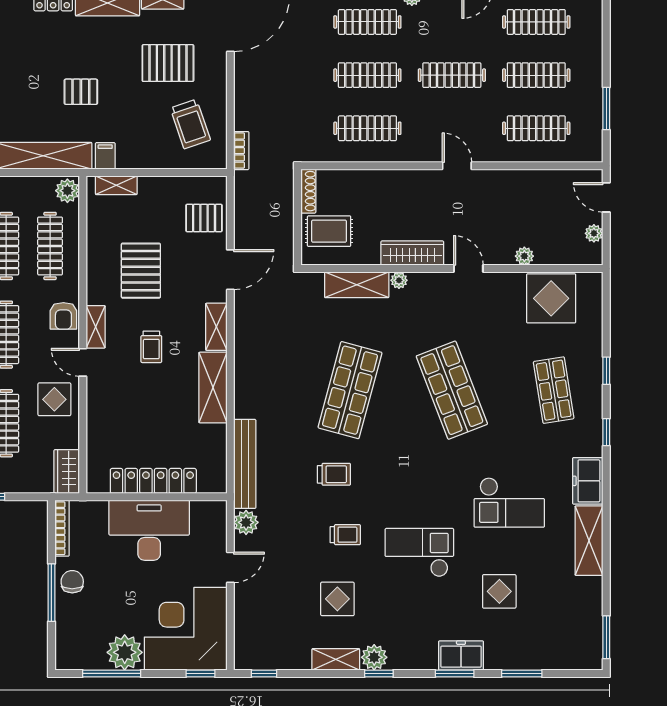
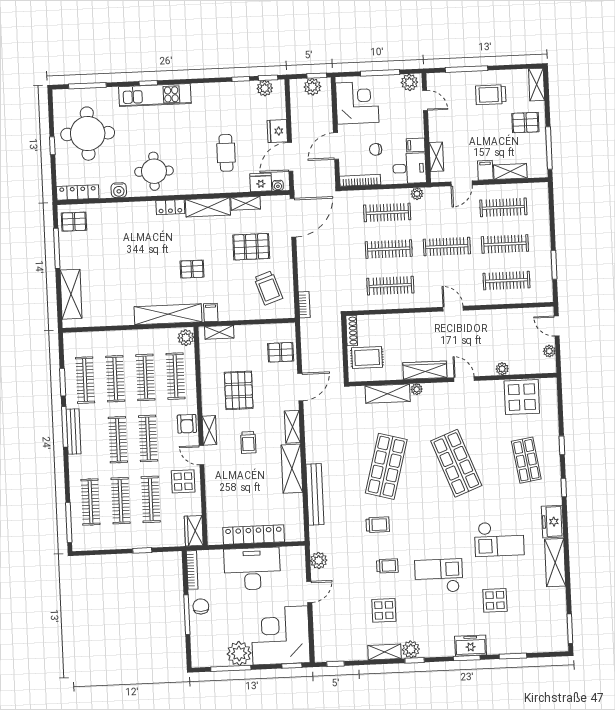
bench: (245, 464) -> (315, 494), moved

